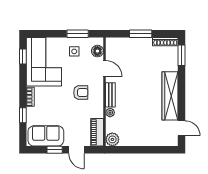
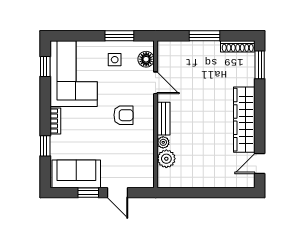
door: (181, 128) -> (260, 164), swing flipped
piano: (97, 132) -> (146, 169), removed
plant: (112, 139) -> (166, 159), moved

